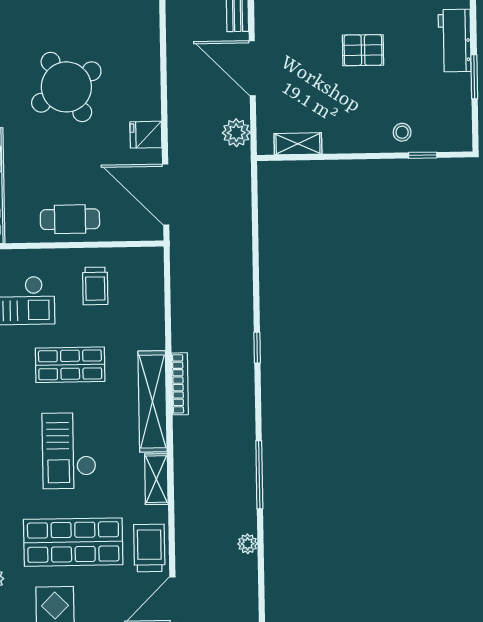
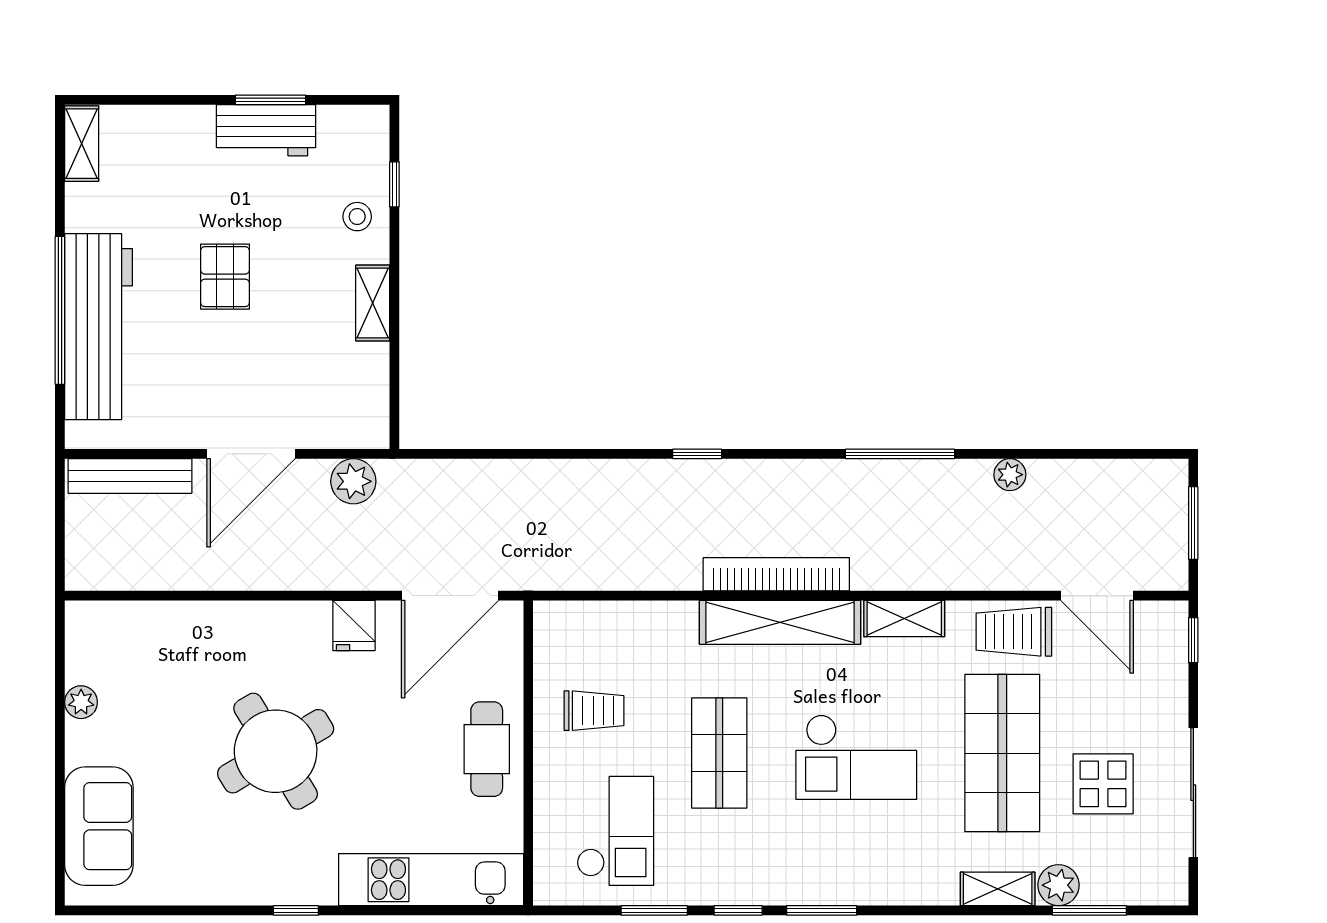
workbench: (455, 41) -> (266, 130), moved
shelving: (298, 144) -> (373, 303), moved
bookcase: (180, 384) -> (776, 574), width x1.48, depth x1.31

